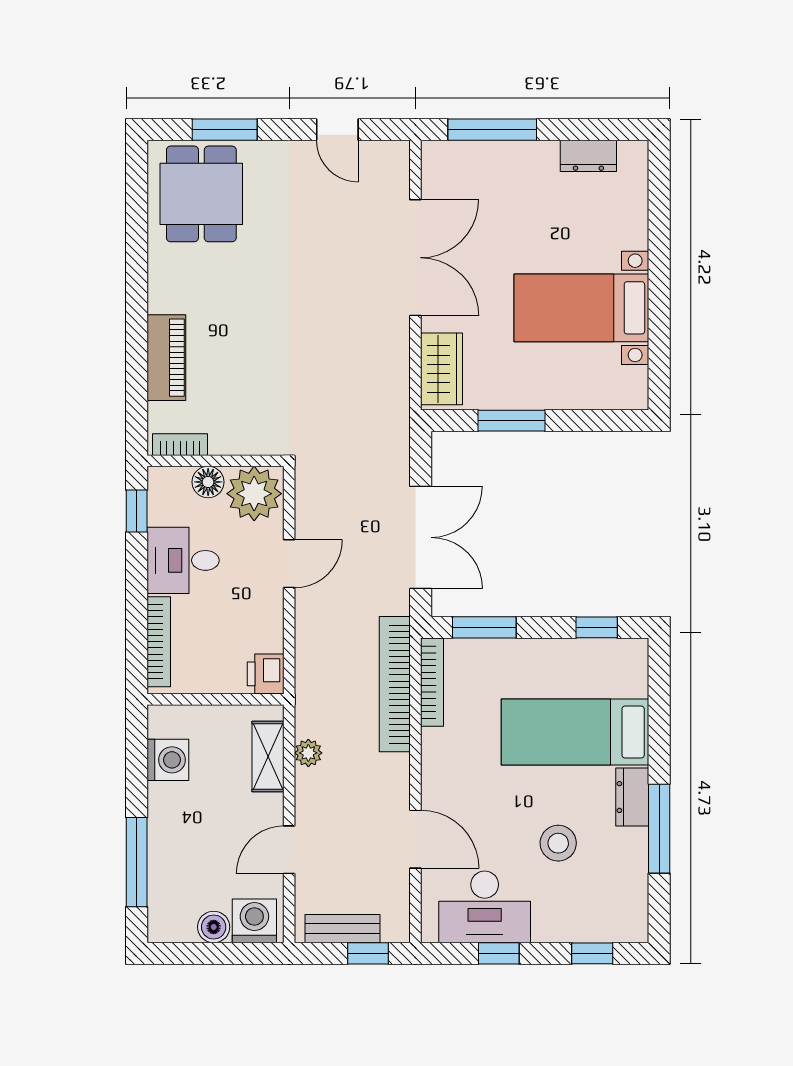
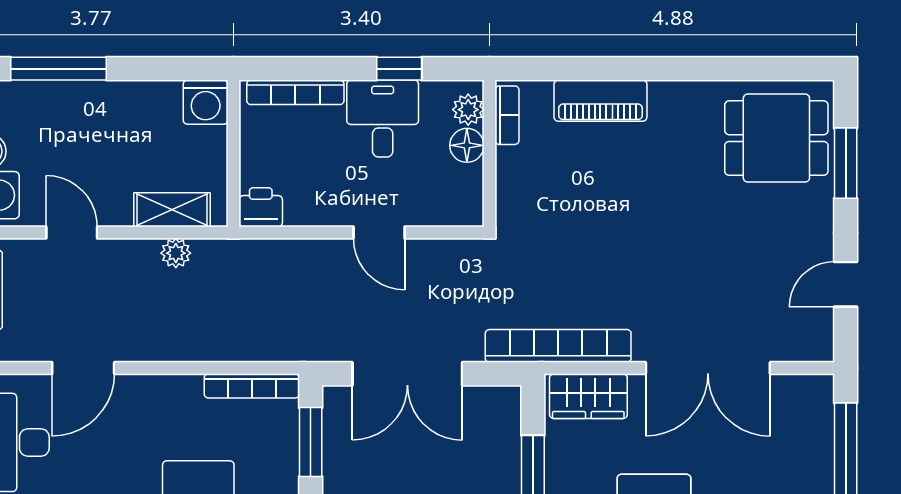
plant: (254, 494) -> (468, 110), moved, width x0.53, depth x0.53
window: (137, 511) -> (399, 69), moved
bookcase: (395, 684) -> (558, 346), moved
washing machine: (168, 760) -> (206, 102), moved

